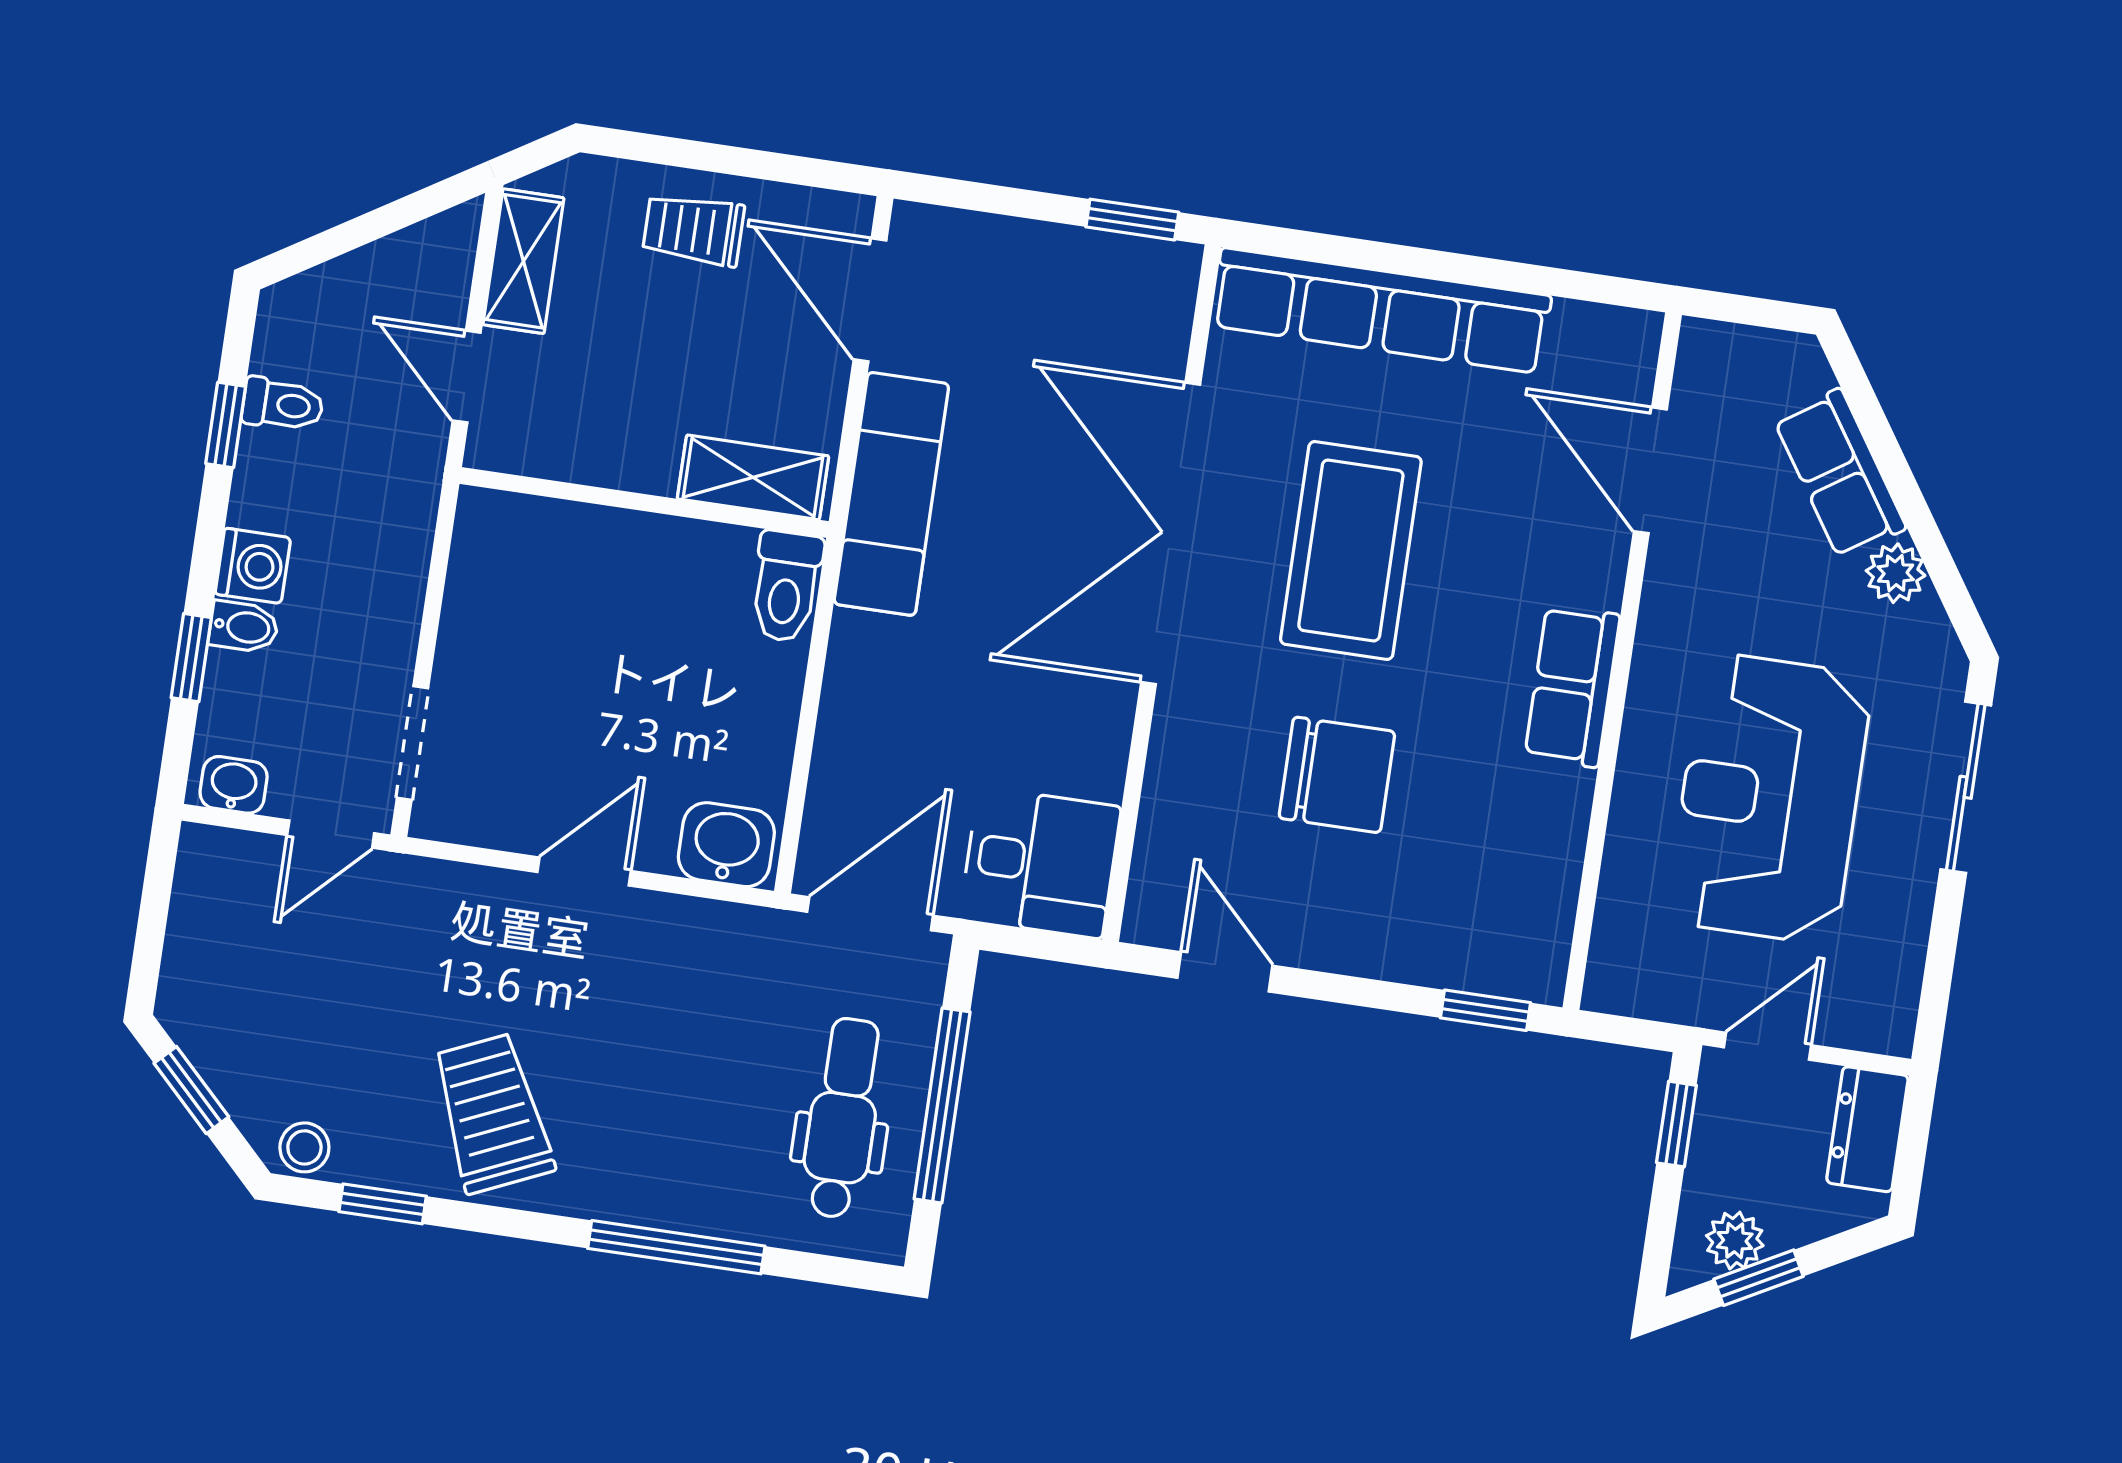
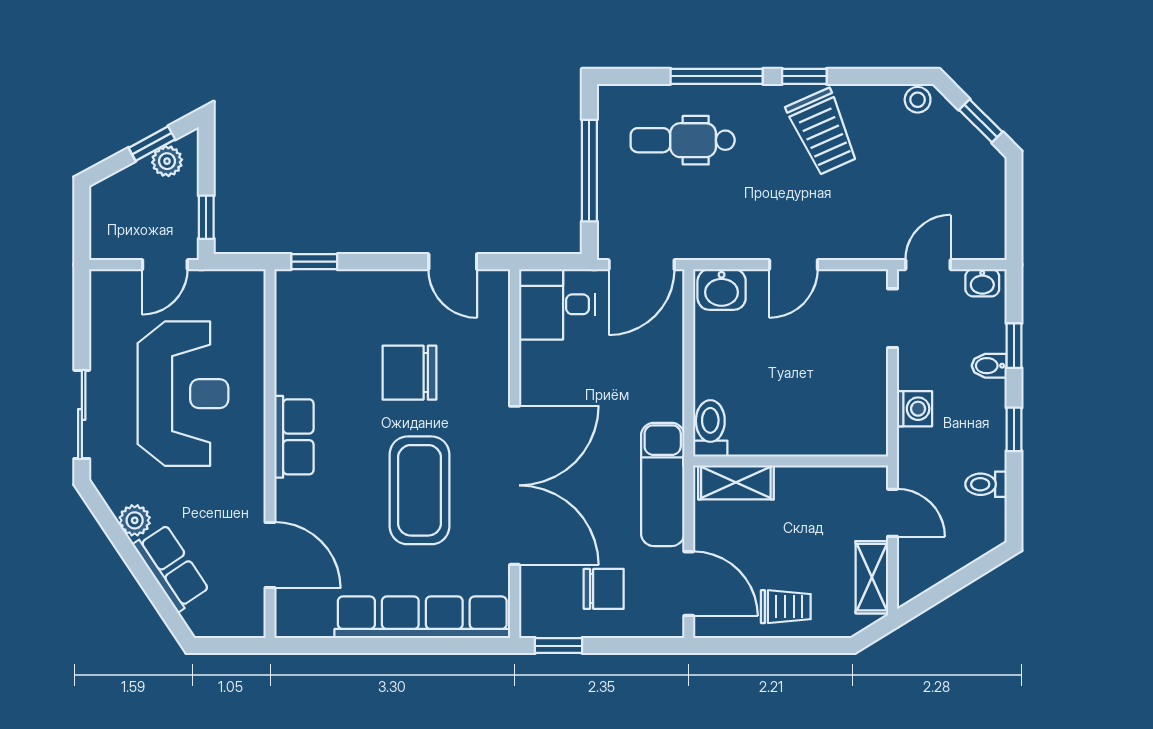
chair: (1032, 314) -> (604, 589), added
window: (226, 425) -> (1014, 429), moved
washing machine: (253, 566) -> (915, 409), moved, turned 180
dental chair: (843, 1118) -> (683, 140), moved, turned 90
dresser: (1867, 1129) -> (107, 229), removed
window: (383, 1204) -> (804, 76), moved

